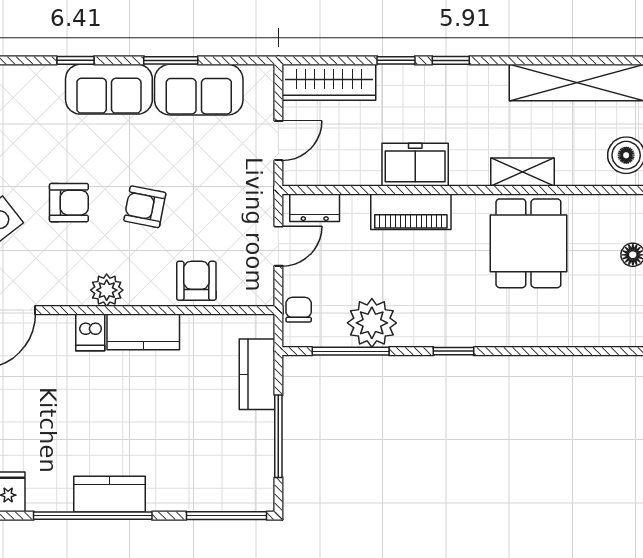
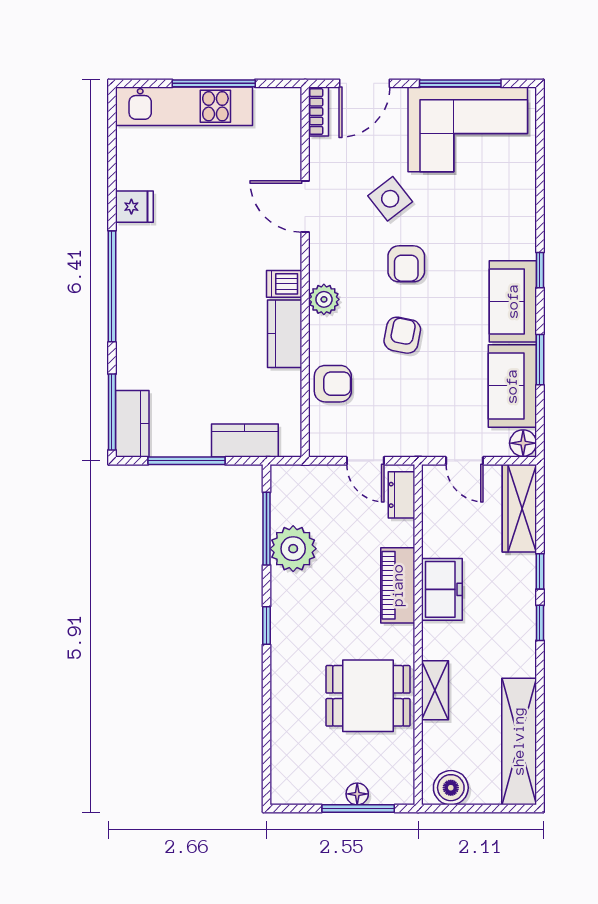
floor lamp: (260, 78) -> (523, 443), added
chair: (299, 310) -> (306, 480), removed
kitchen counter: (110, 494) -> (132, 424), moved

